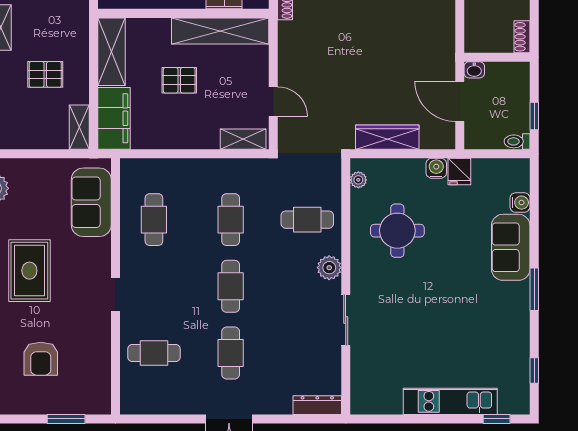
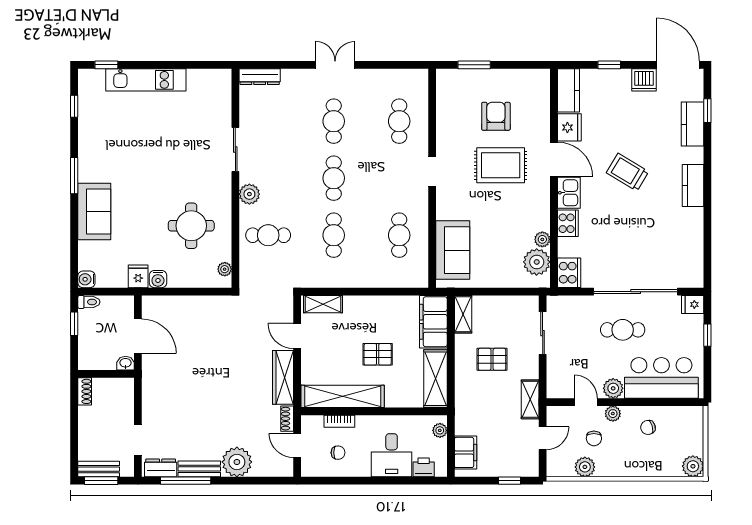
wardrobe: (387, 137) -> (283, 377), moved, turned 90
water cooler: (520, 203) -> (86, 279), moved
rug: (29, 271) -> (501, 165), moved, turned 90
cafe table: (154, 353) -> (399, 121), turned 90

